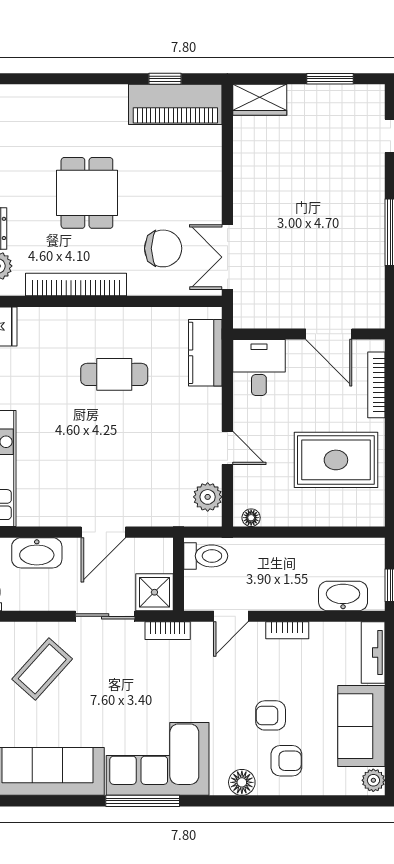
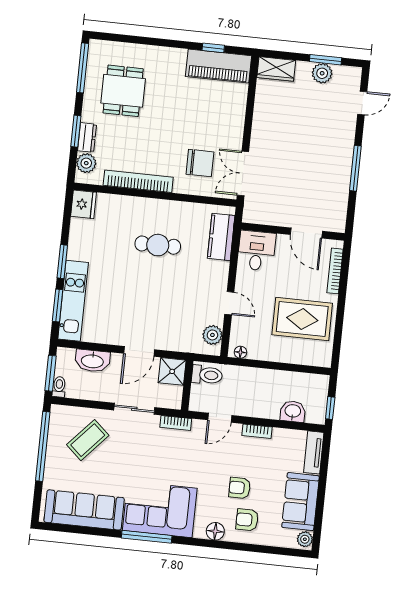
plant: (327, 99) -> (322, 73), added
dining table: (87, 193) -> (123, 91), moved
shower: (154, 592) -> (172, 371), moved
washbasin: (343, 596) -> (293, 411), width x0.72
armchair: (286, 761) -> (247, 520), turned 180

